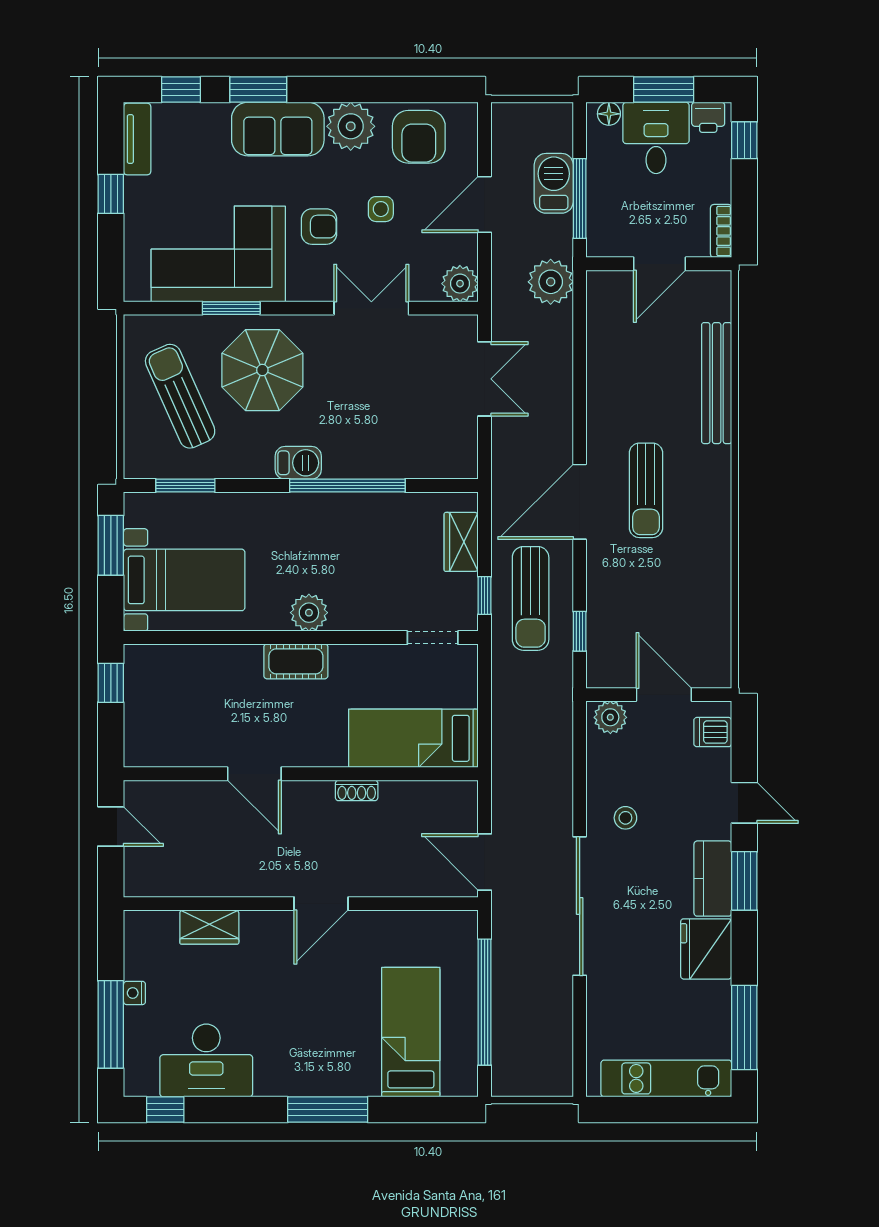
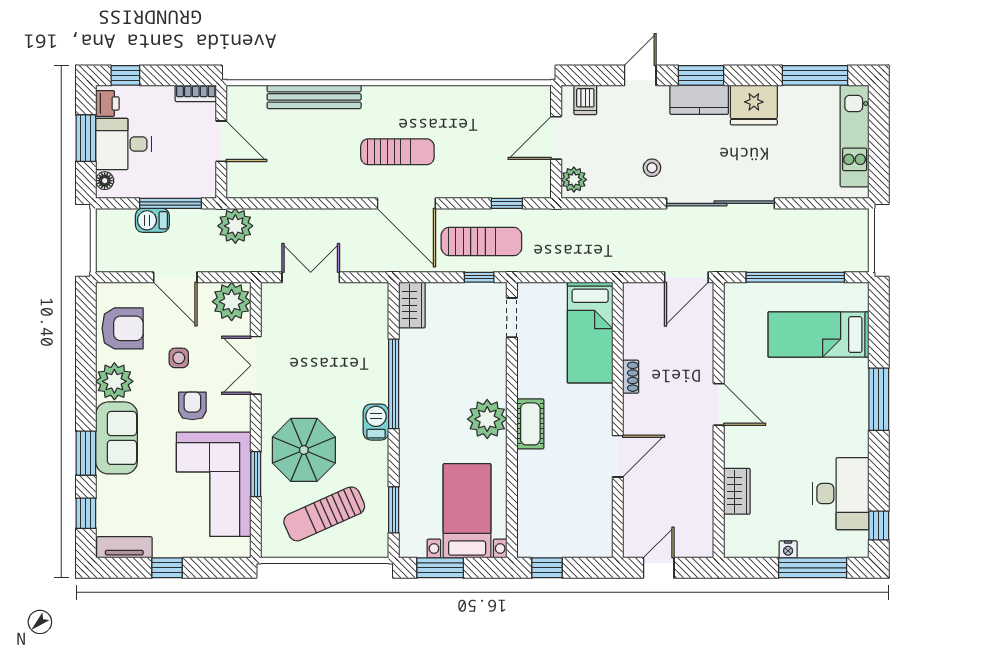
barbecue: (554, 183) -> (152, 220), width x0.73, depth x0.79
plant: (460, 284) -> (232, 302), width x1.36, depth x1.36
wardrobe: (461, 542) -> (412, 305), moved, turned -90
plant: (309, 613) -> (487, 419), width x1.36, depth x1.36

